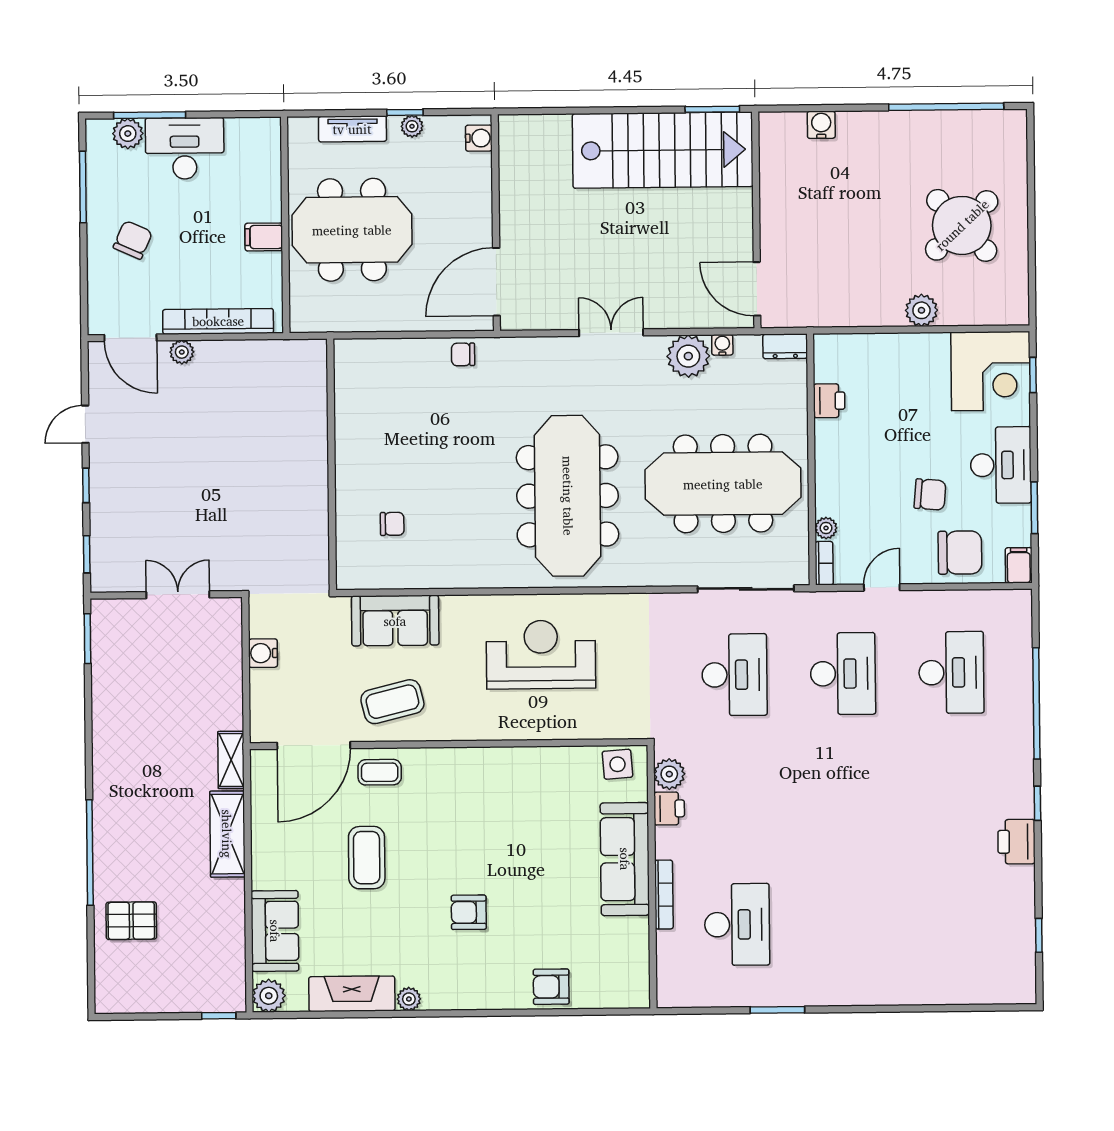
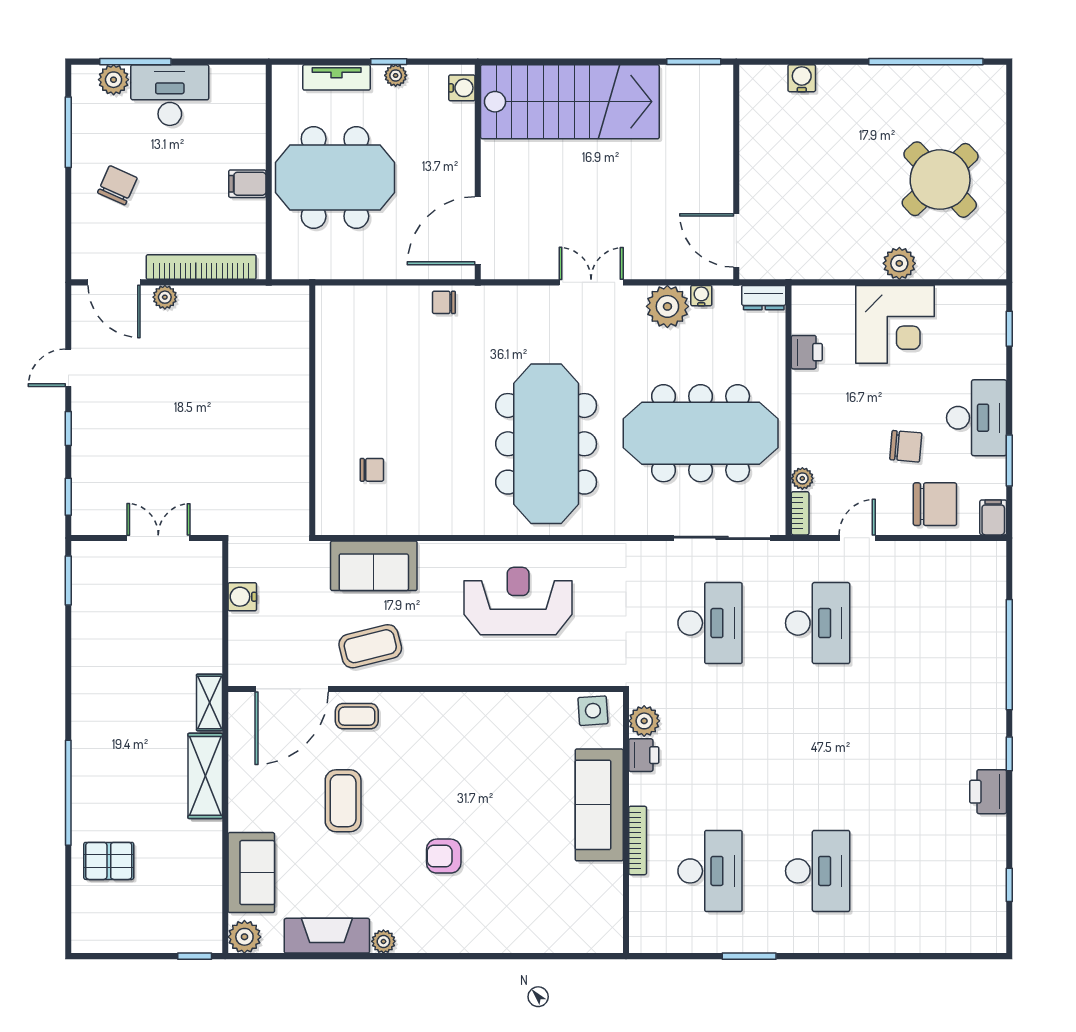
stairs: (663, 150) -> (570, 102), moved
corner desk: (991, 371) -> (895, 324), moved
desk: (951, 672) -> (818, 871), moved
armchair: (551, 987) -> (525, 931), removed

